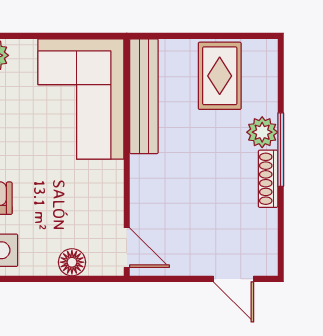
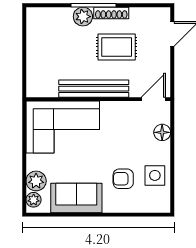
rug: (220, 76) -> (117, 47), moved
bench: (144, 96) -> (94, 89), moved

